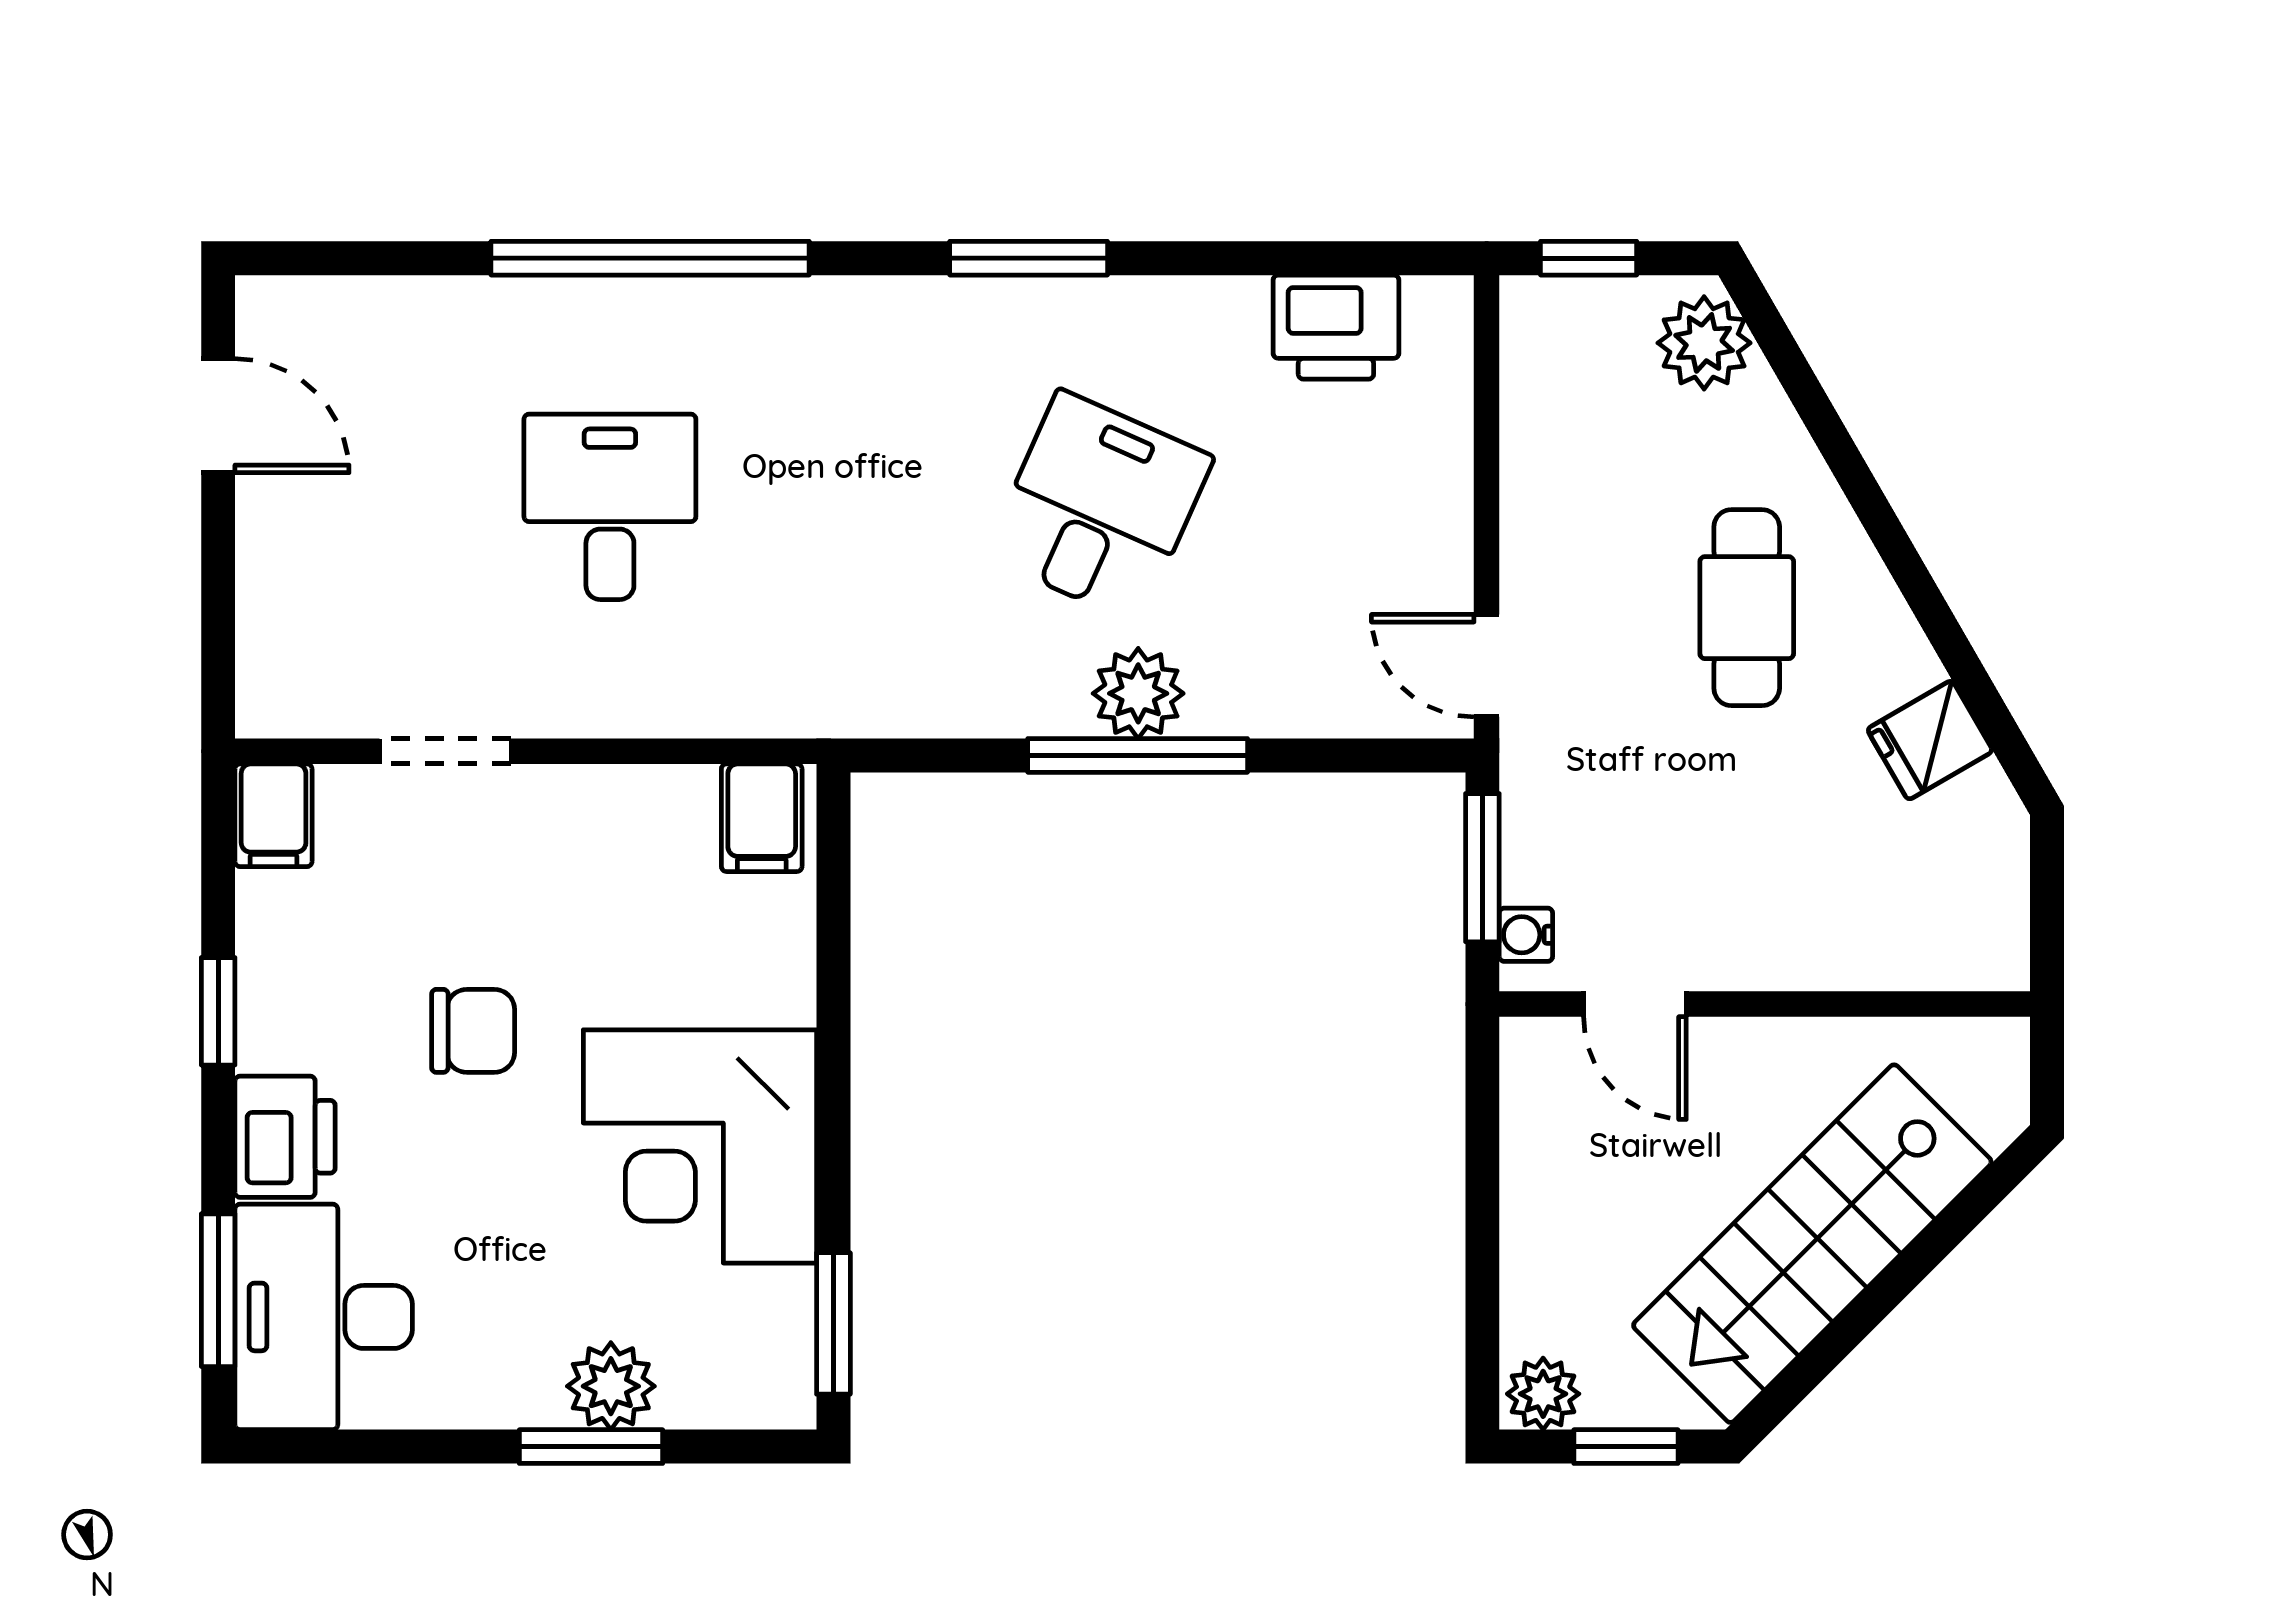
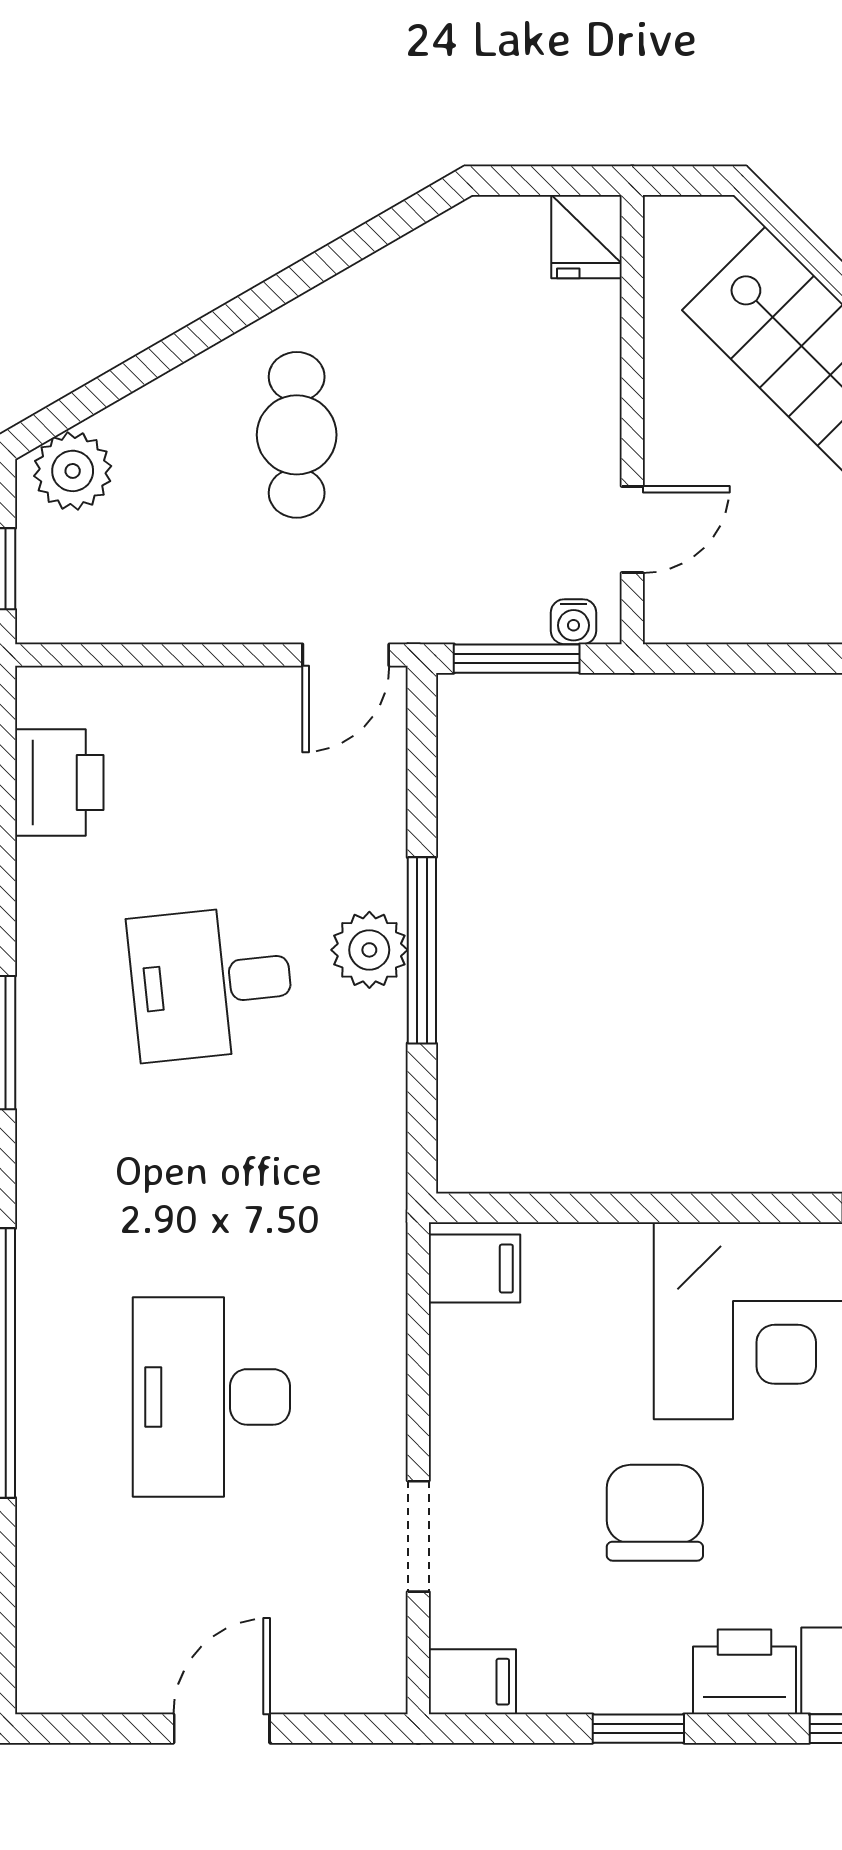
door: (218, 416) -> (222, 1729), moved
desk: (610, 507) -> (211, 1397), width x1.37
desk: (1099, 507) -> (211, 983), turned -30
cafe table: (1747, 608) -> (297, 435), turned 90
fridge: (1930, 740) -> (586, 237), moved, turned 30
chair: (473, 1031) -> (655, 1513), width x1.37, depth x1.37

